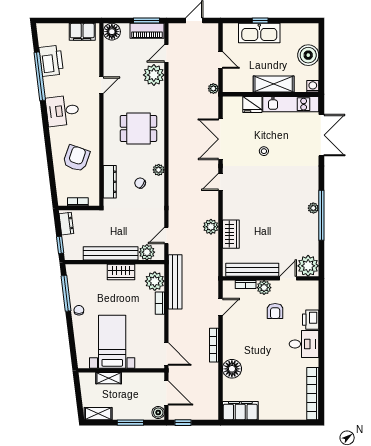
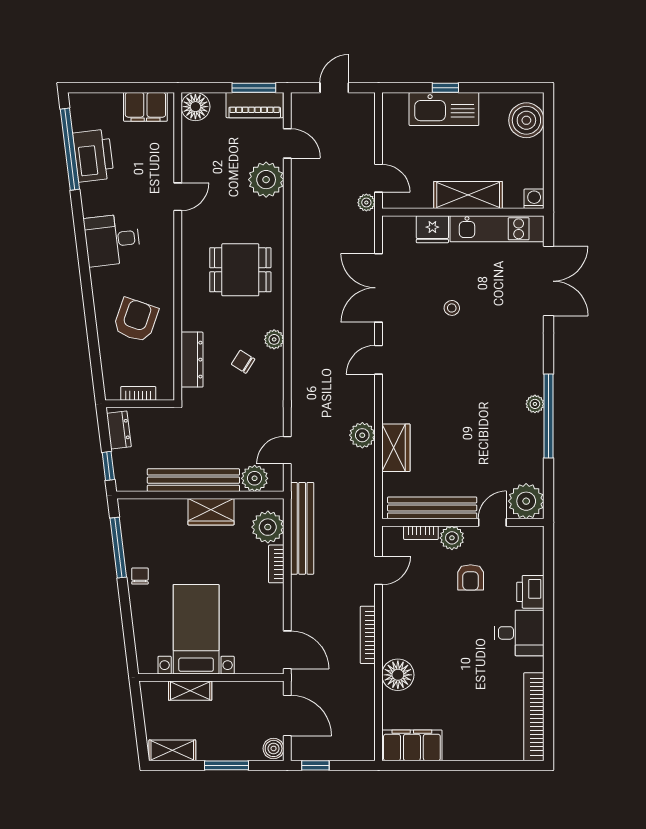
door: (166, 53) -> (287, 143), swing flipped
boiler: (308, 55) -> (526, 120), moved
door: (220, 60) -> (379, 178), moved
window: (40, 76) -> (70, 149), moved

